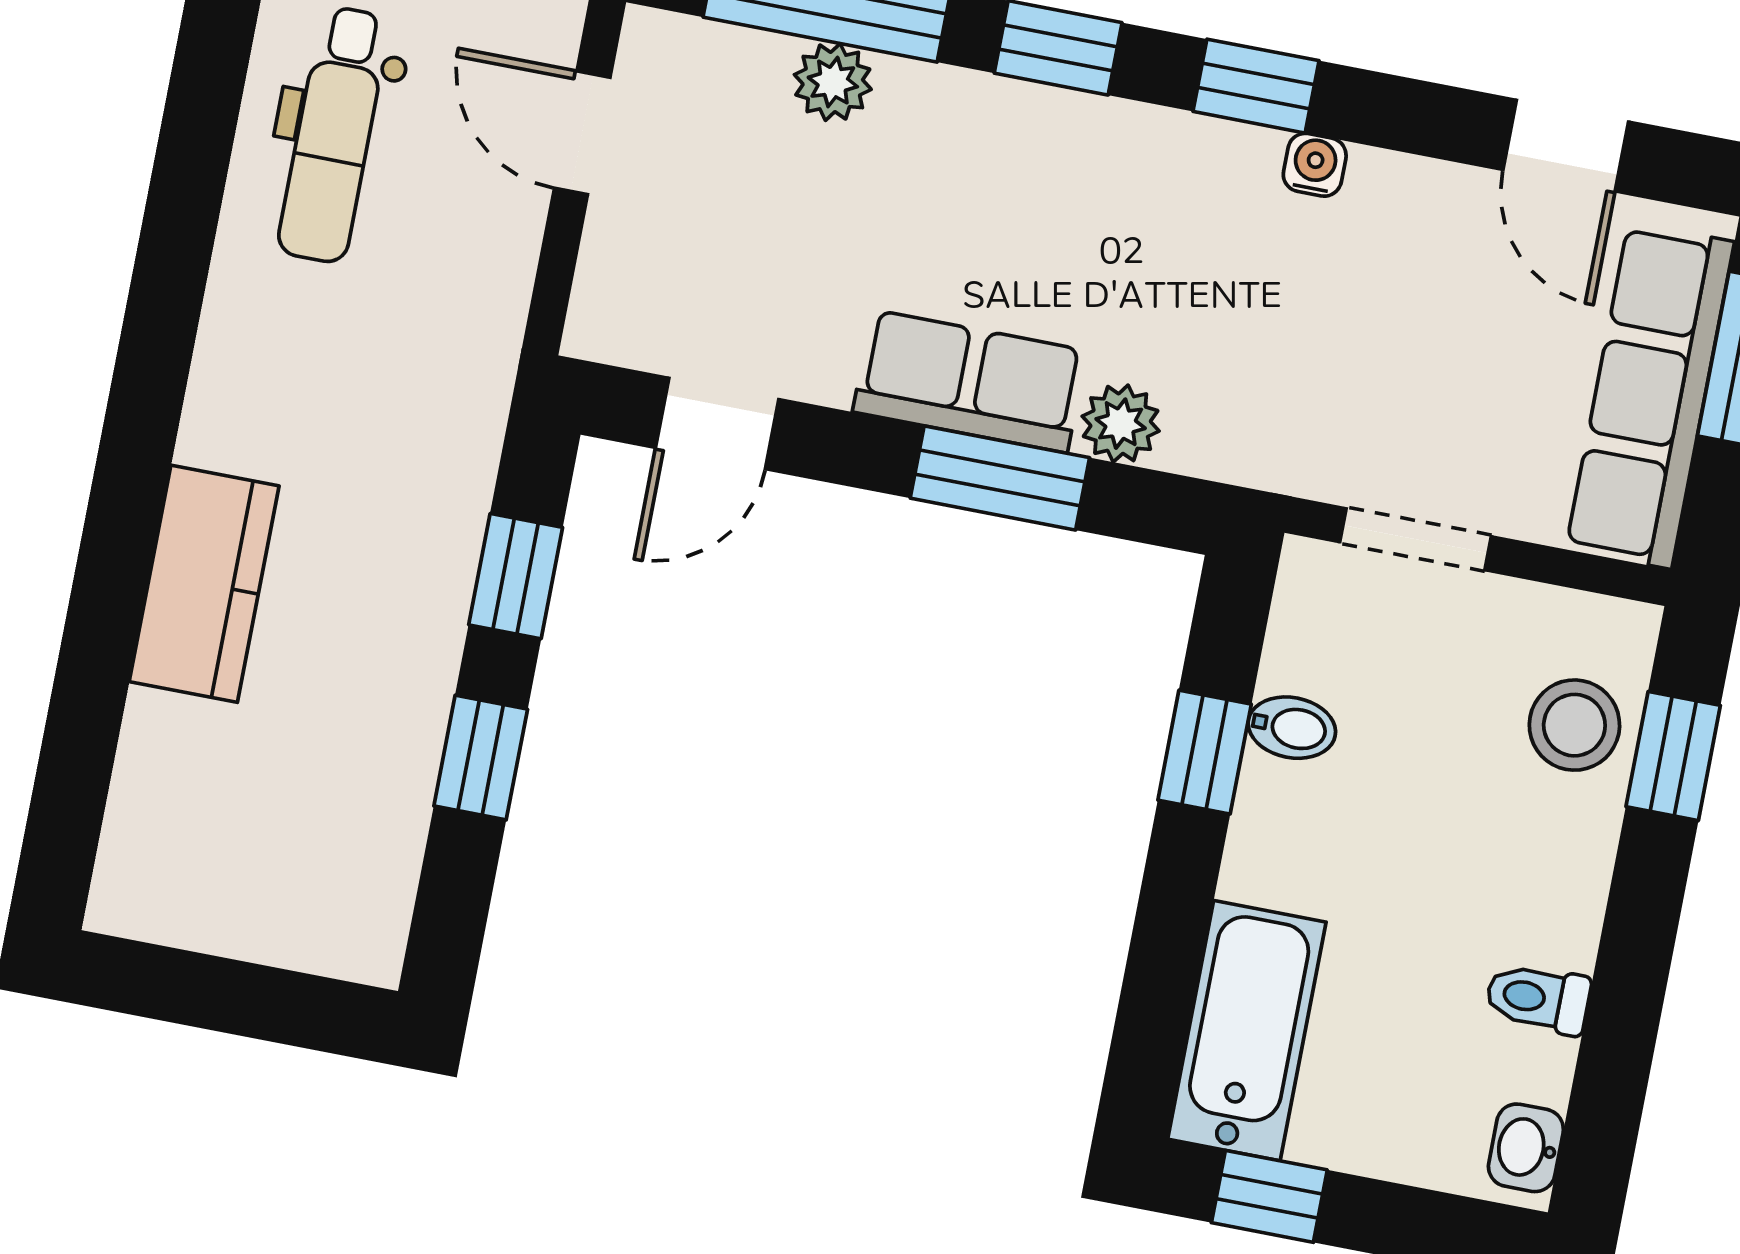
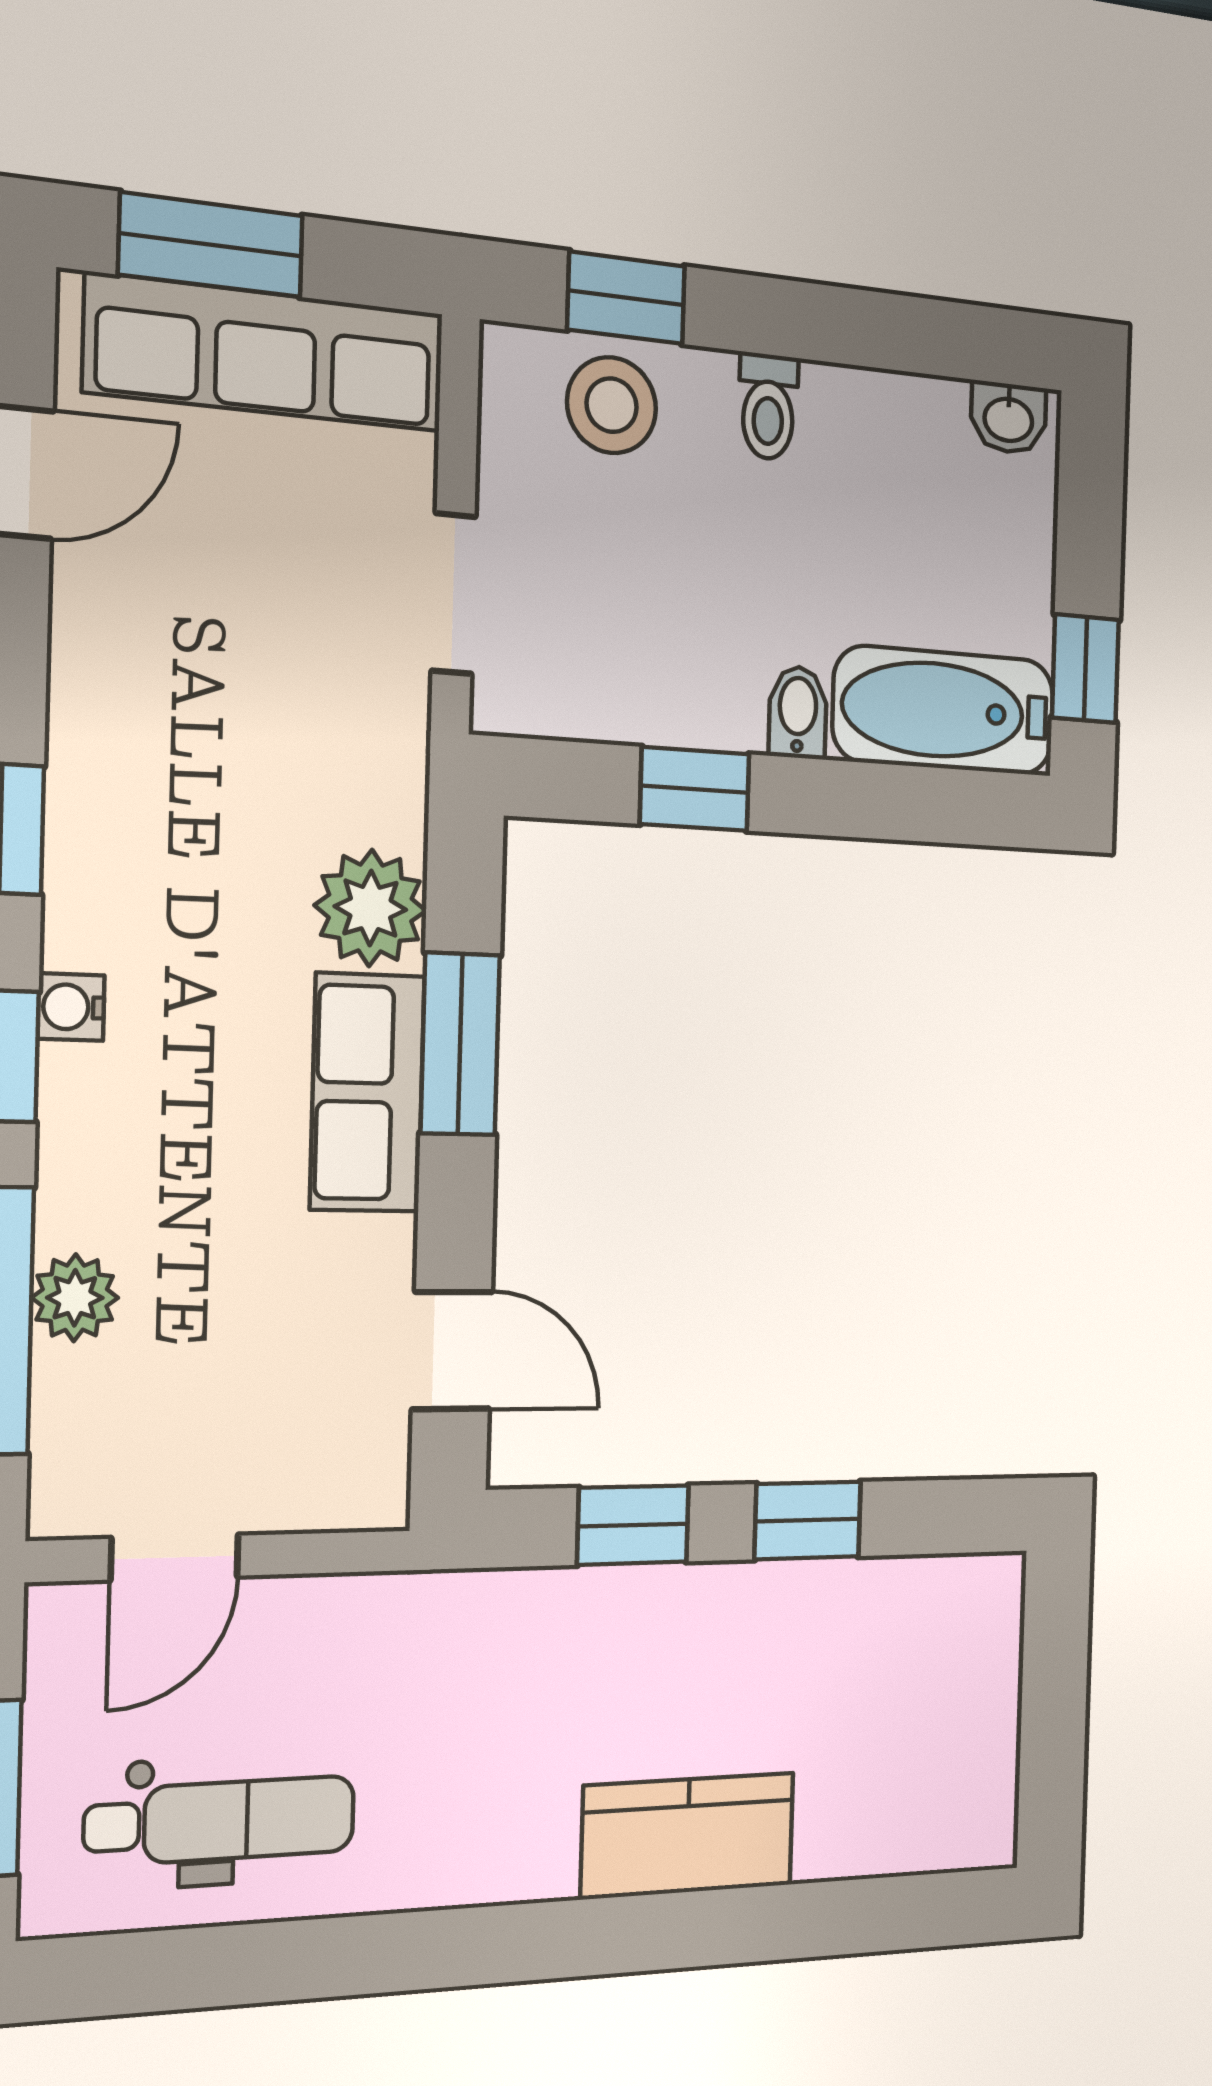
water cooler: (1315, 165) -> (71, 1007), moved
plant: (1121, 424) -> (370, 908), width x1.38, depth x1.38
bidet: (1292, 728) -> (798, 712), moved
toilet: (1538, 998) -> (768, 406), moved

